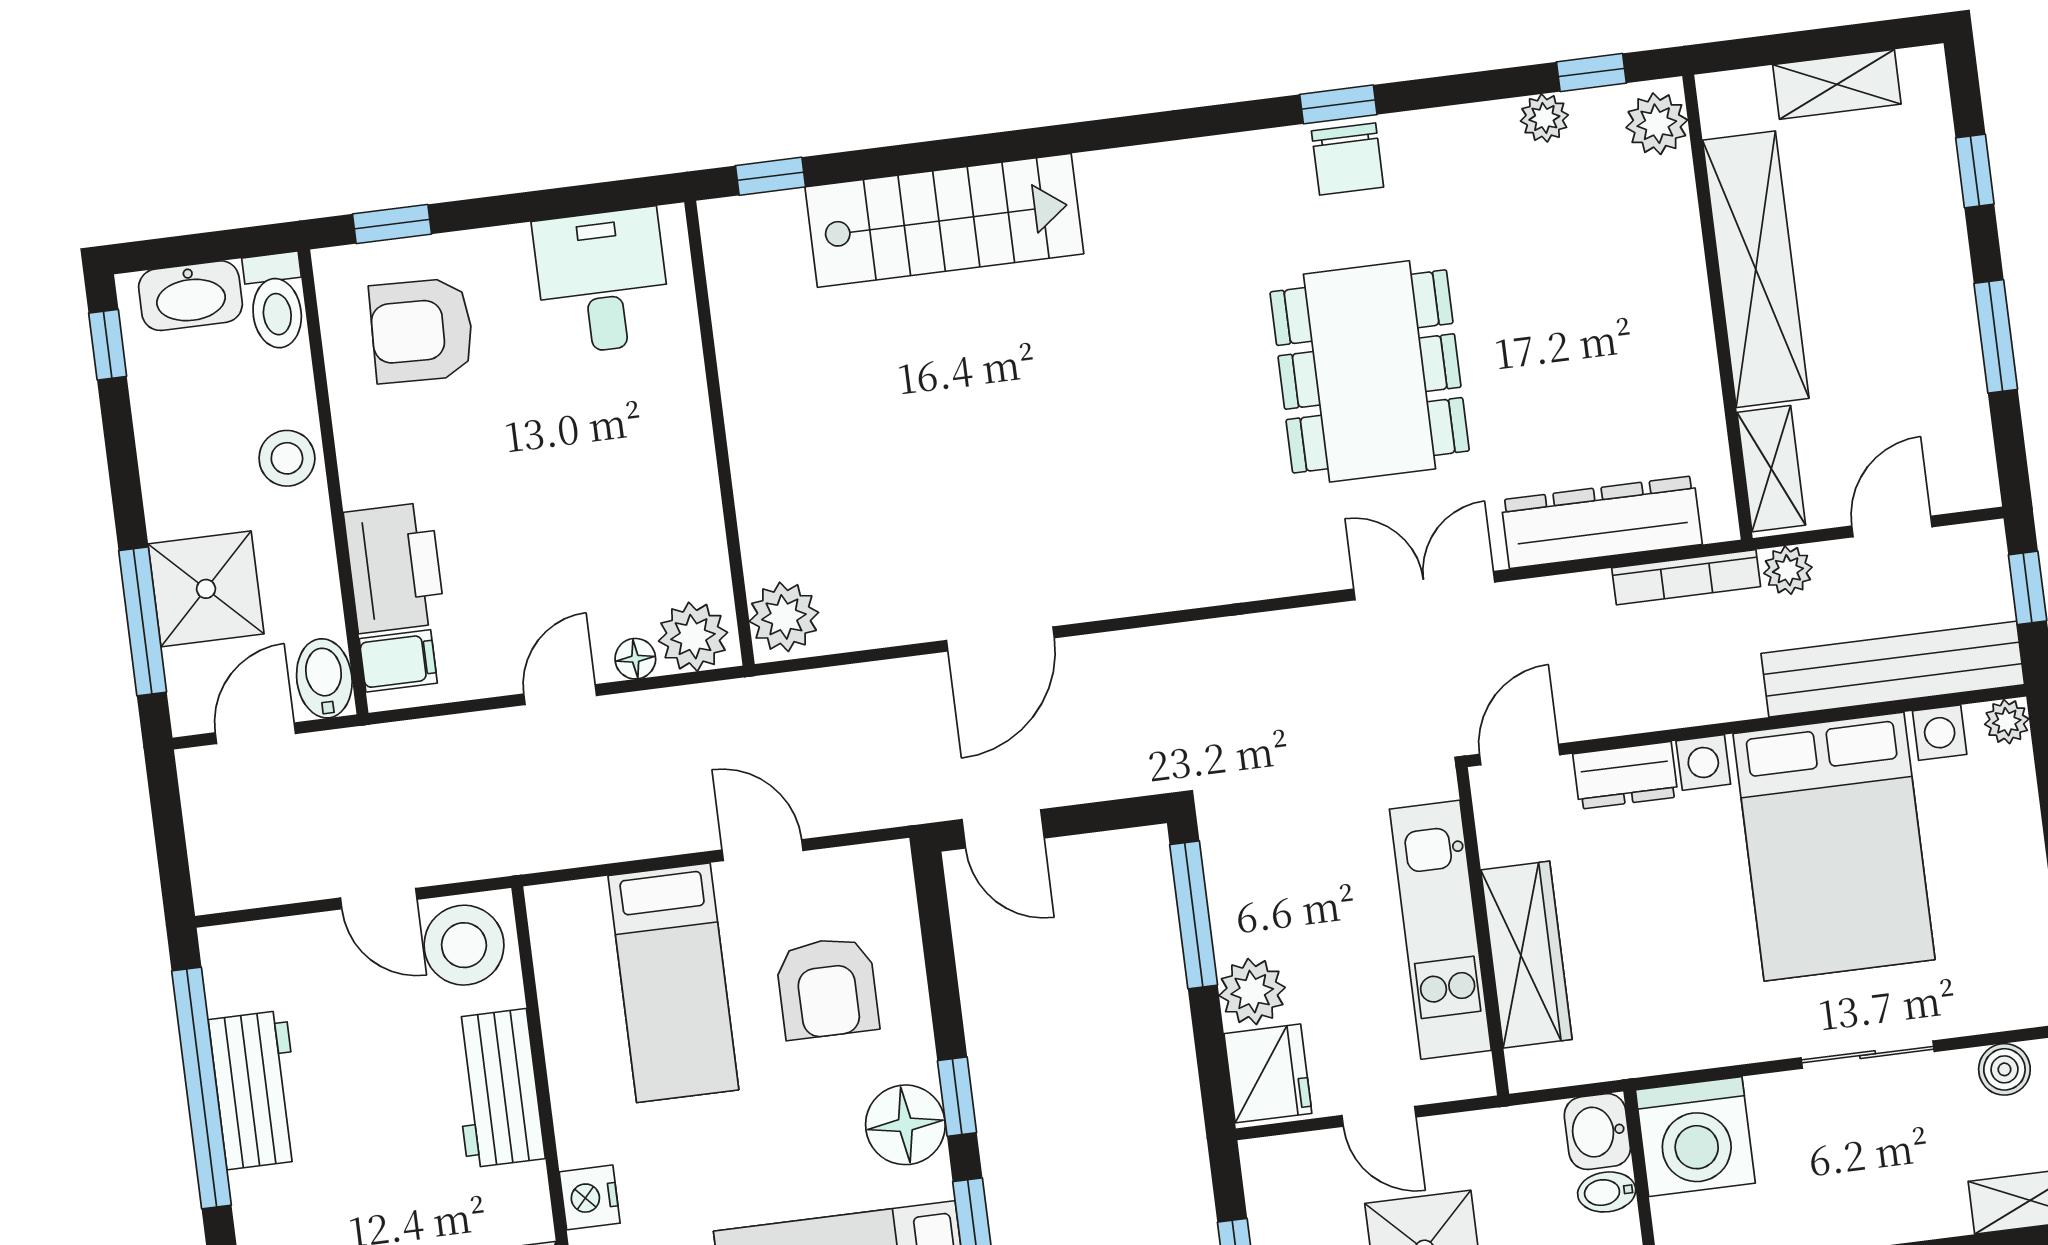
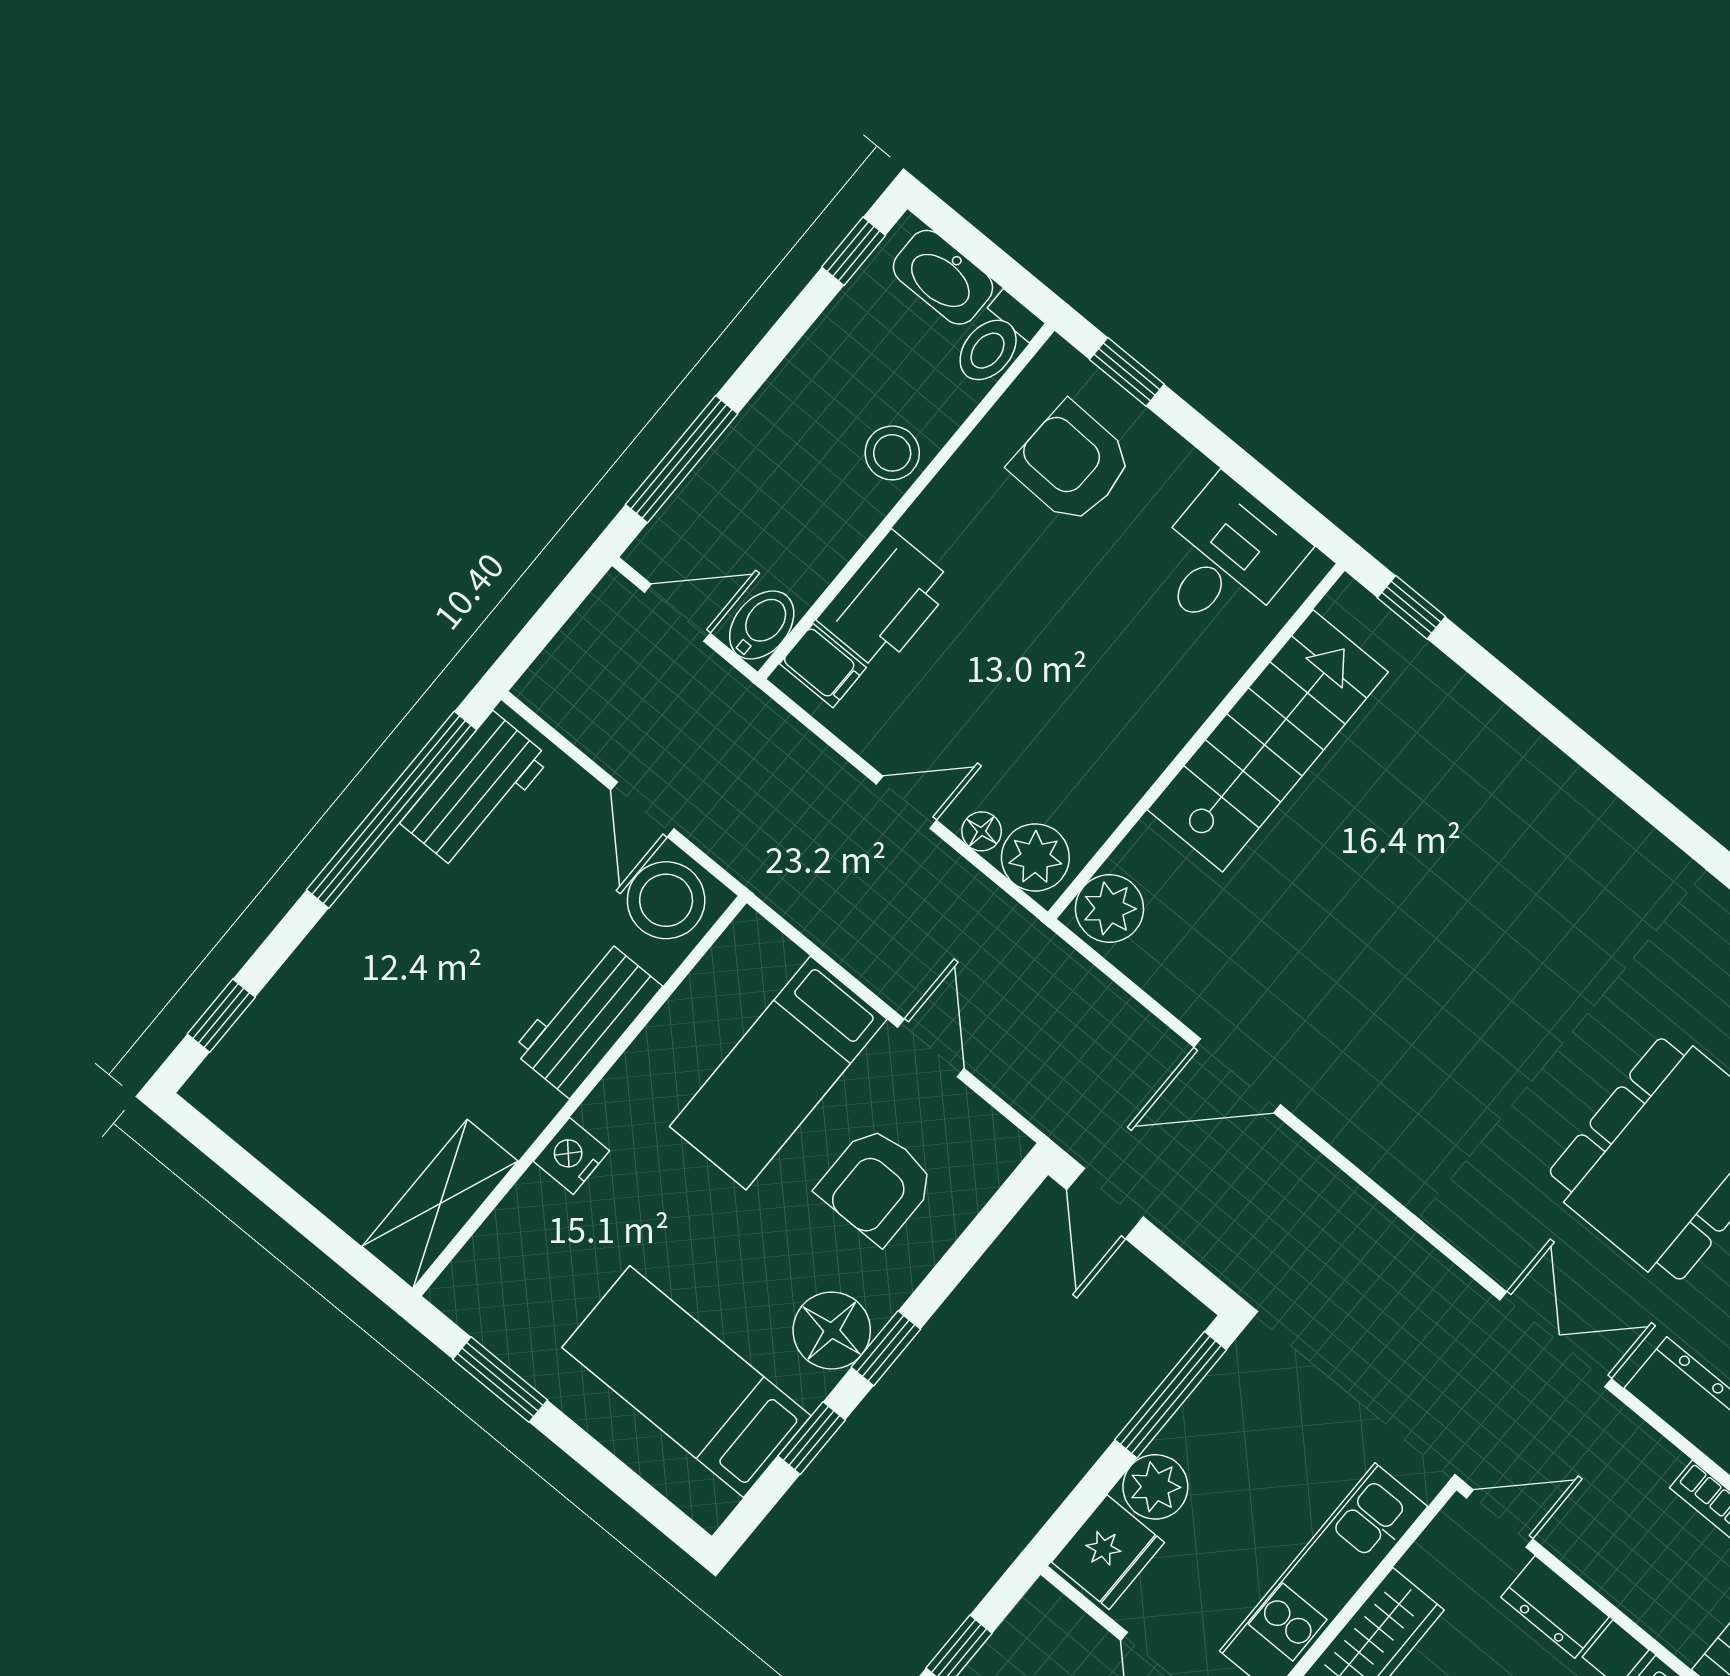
stairs: (944, 220) -> (1268, 741), moved, turned -90
shower: (206, 589) -> (746, 482), removed
workbench: (256, 1090) -> (475, 791), moved

